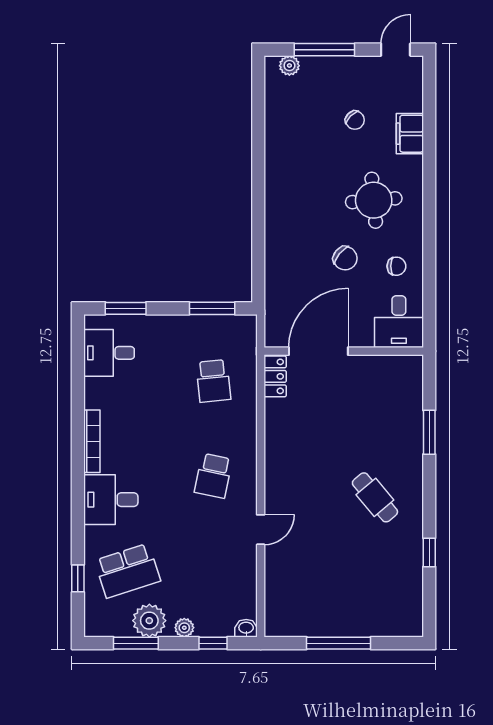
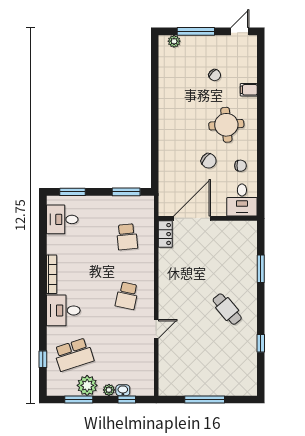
filing cabinet: (410, 134) -> (249, 90), width x0.50
washbasin: (246, 628) -> (123, 390), moved

